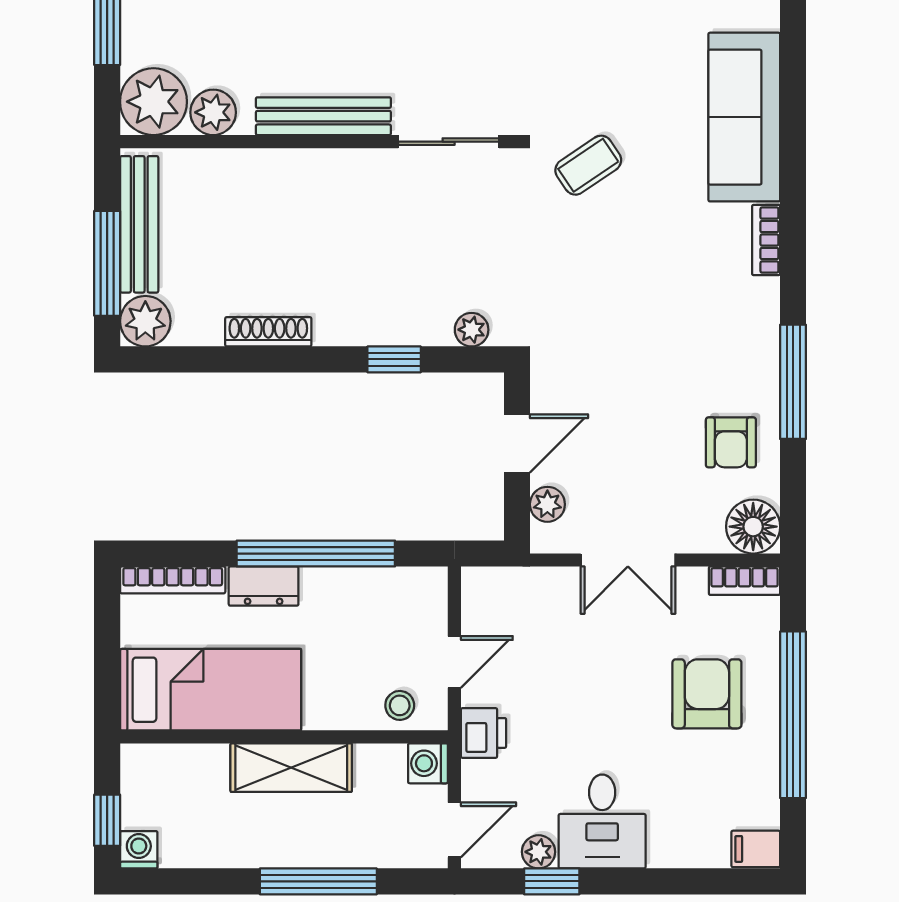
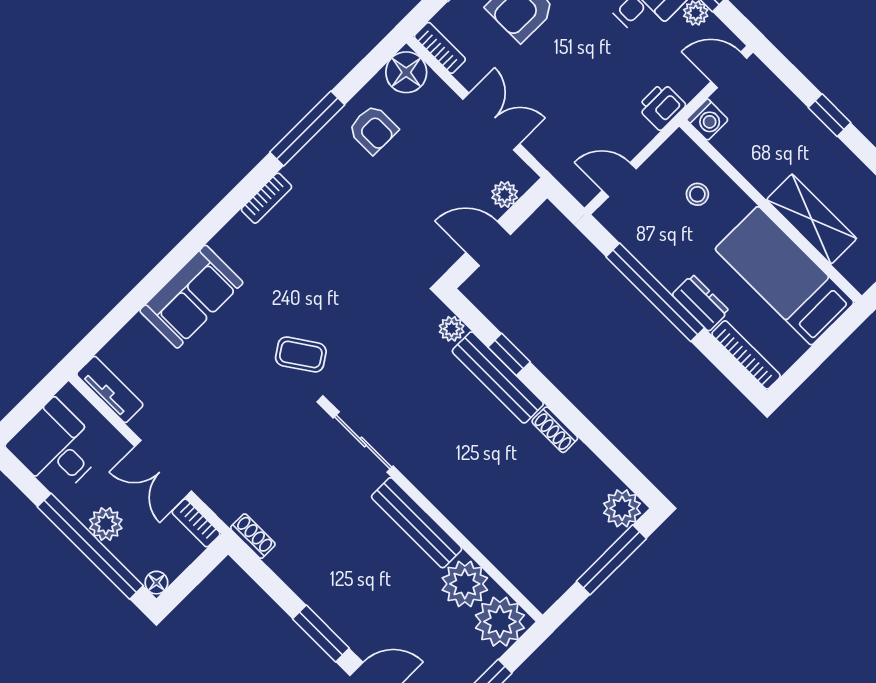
plant: (213, 112) -> (465, 584), width x1.36, depth x1.36
sofa: (744, 117) -> (191, 297), width x0.73
bench: (139, 224) -> (498, 377), moved, turned 90
bookcase: (766, 240) -> (266, 198), moved
shoe rack: (268, 332) -> (555, 430), width x0.70
armchair: (731, 442) -> (373, 129), turned 90
door: (454, 662) -> (619, 180), moved
stool: (400, 705) -> (697, 194), moved
shelving: (291, 768) -> (812, 219), moved
window: (318, 881) -> (830, 115), width x0.46

